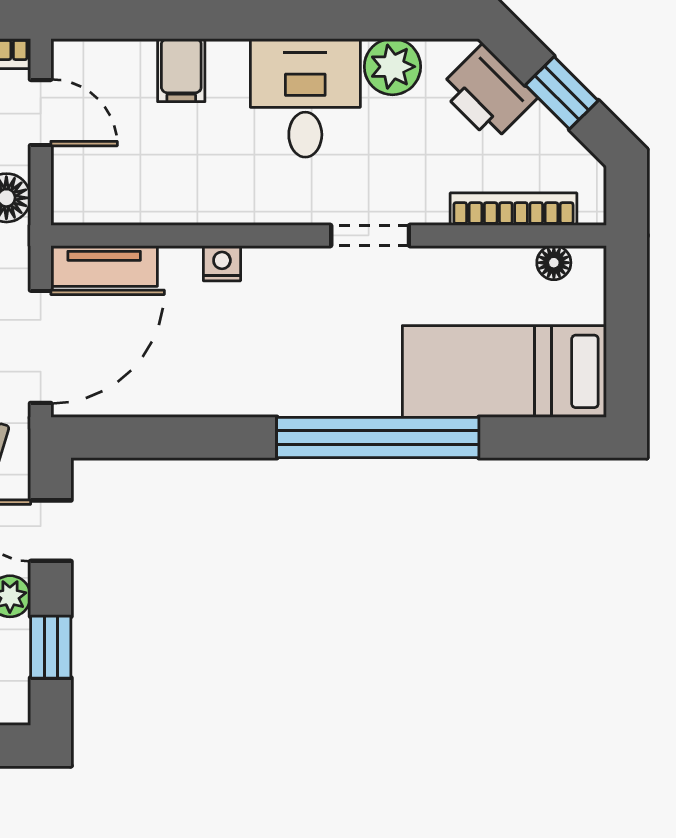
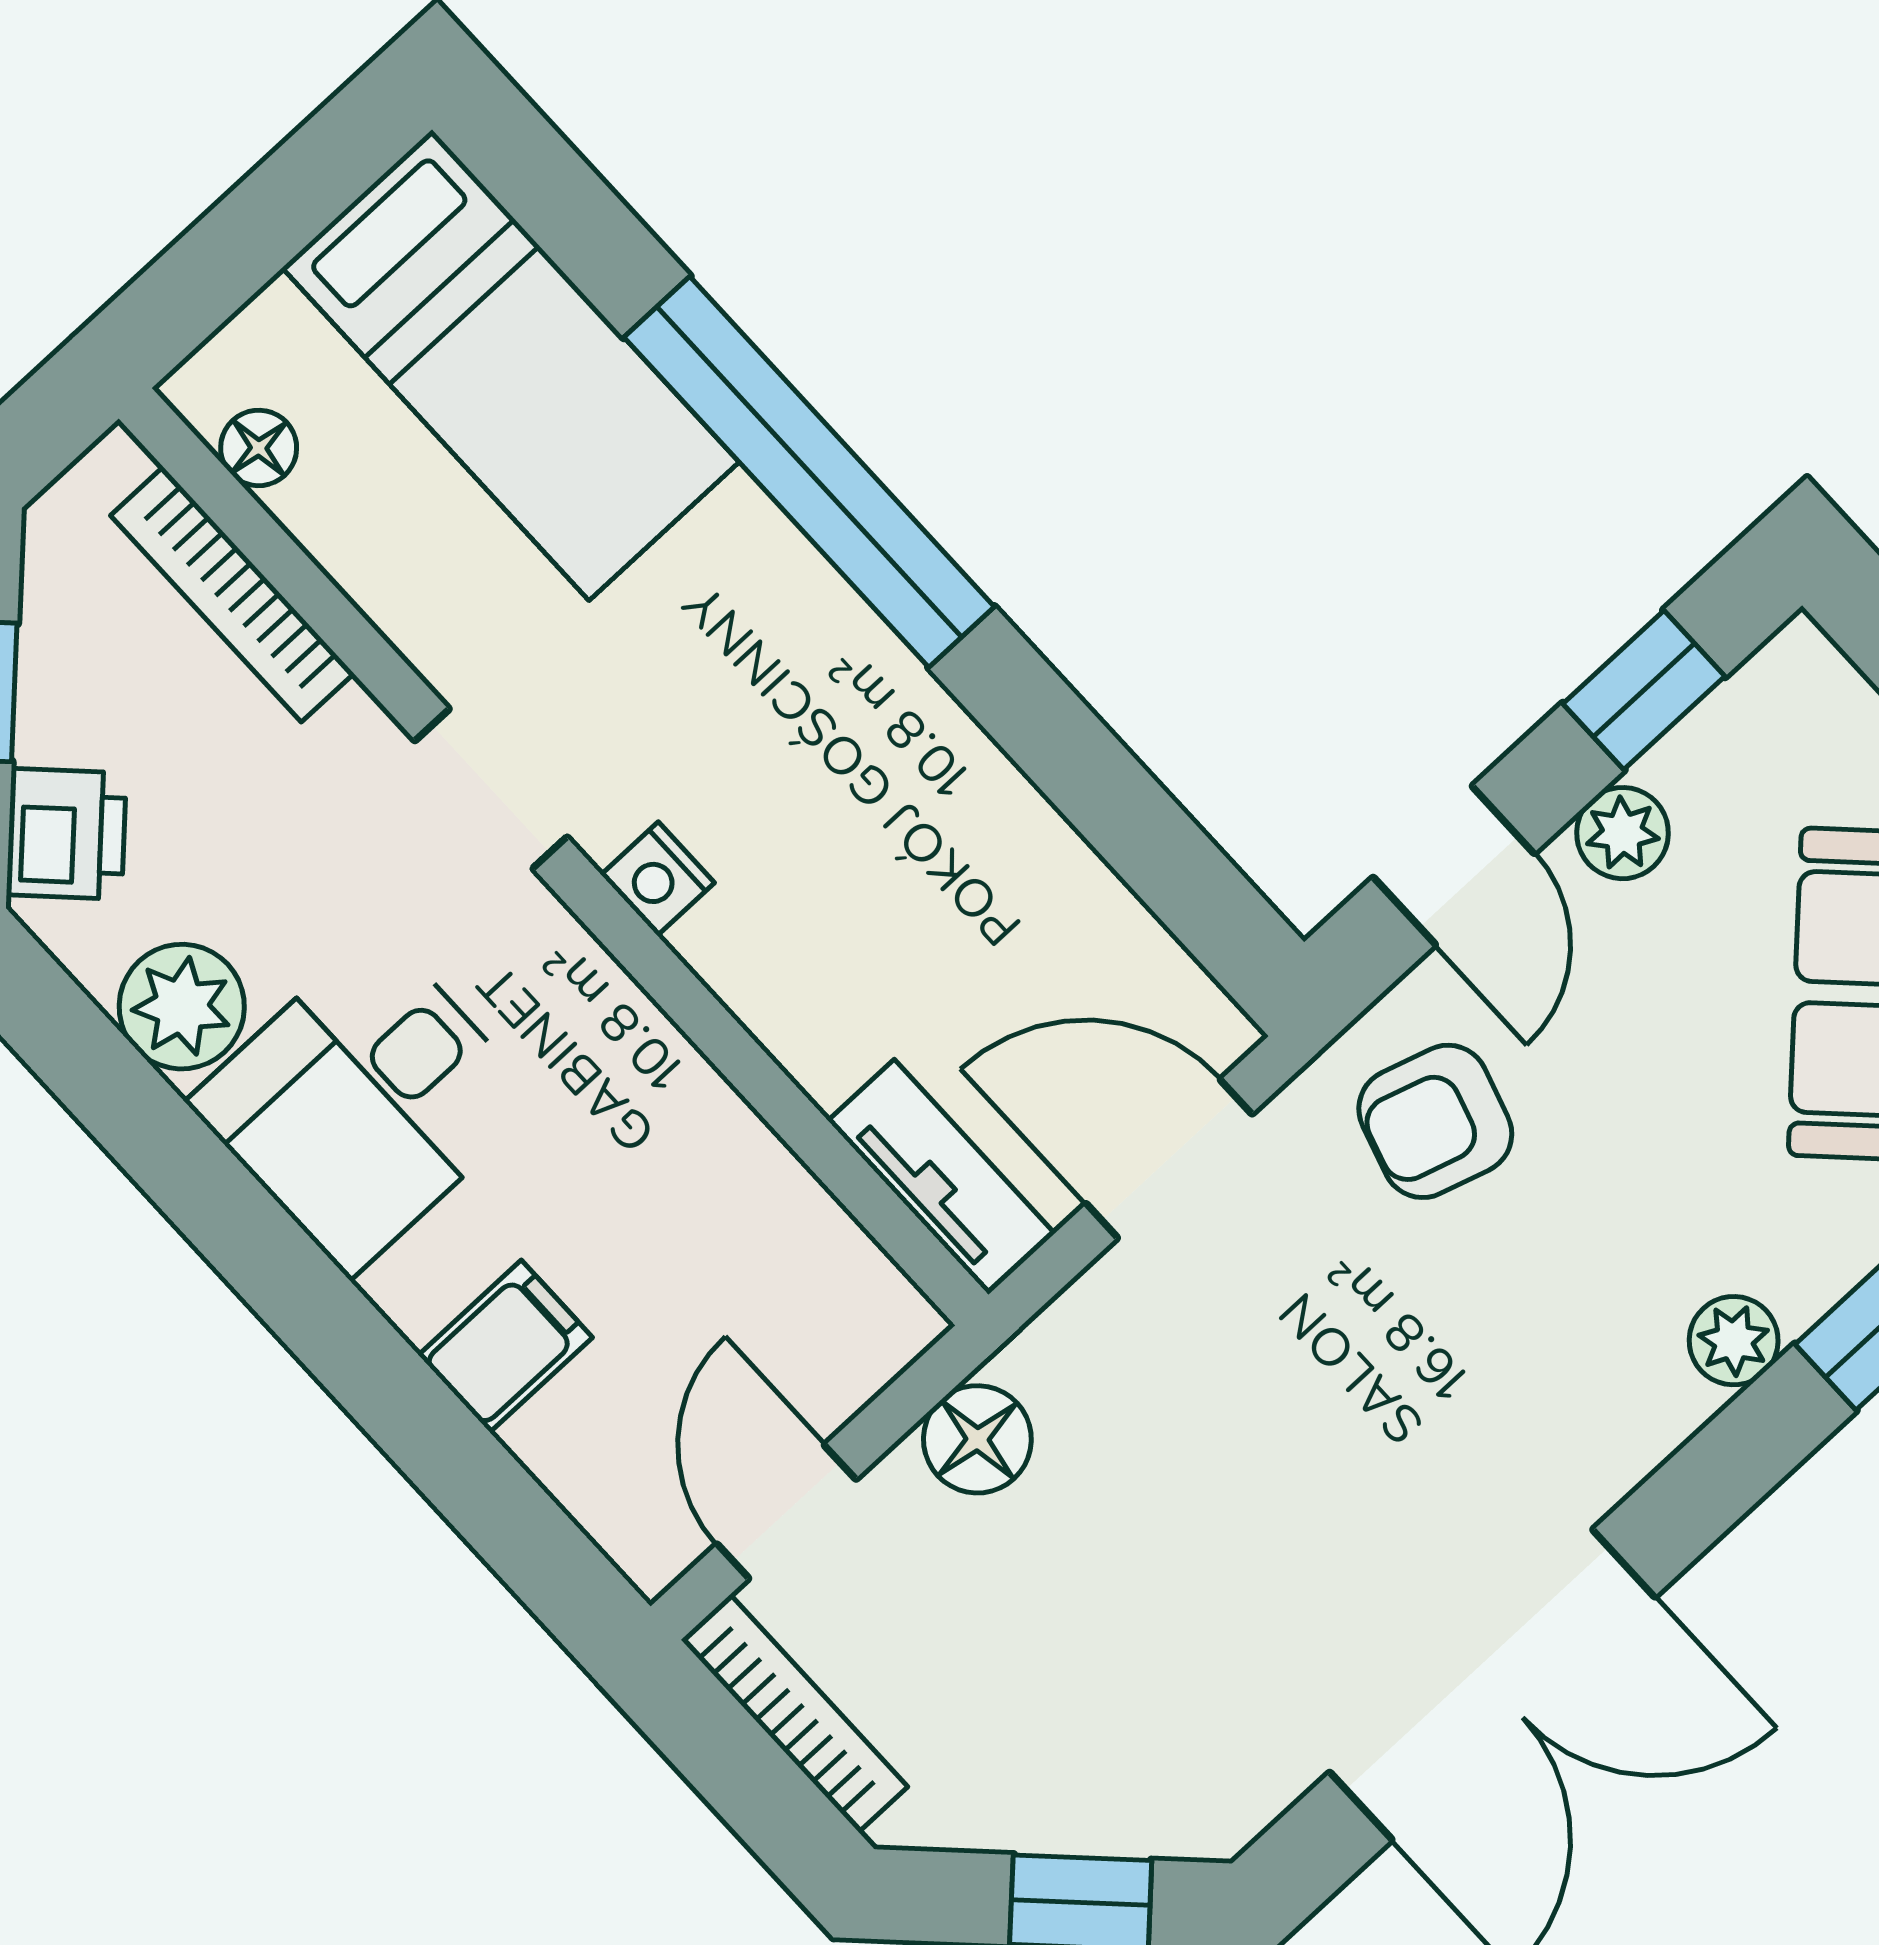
printer: (488, 93) -> (66, 834), width x0.73, depth x0.81
nightstand: (222, 263) -> (658, 879), moved
door: (41, 347) -> (1169, 1159), width x0.73

